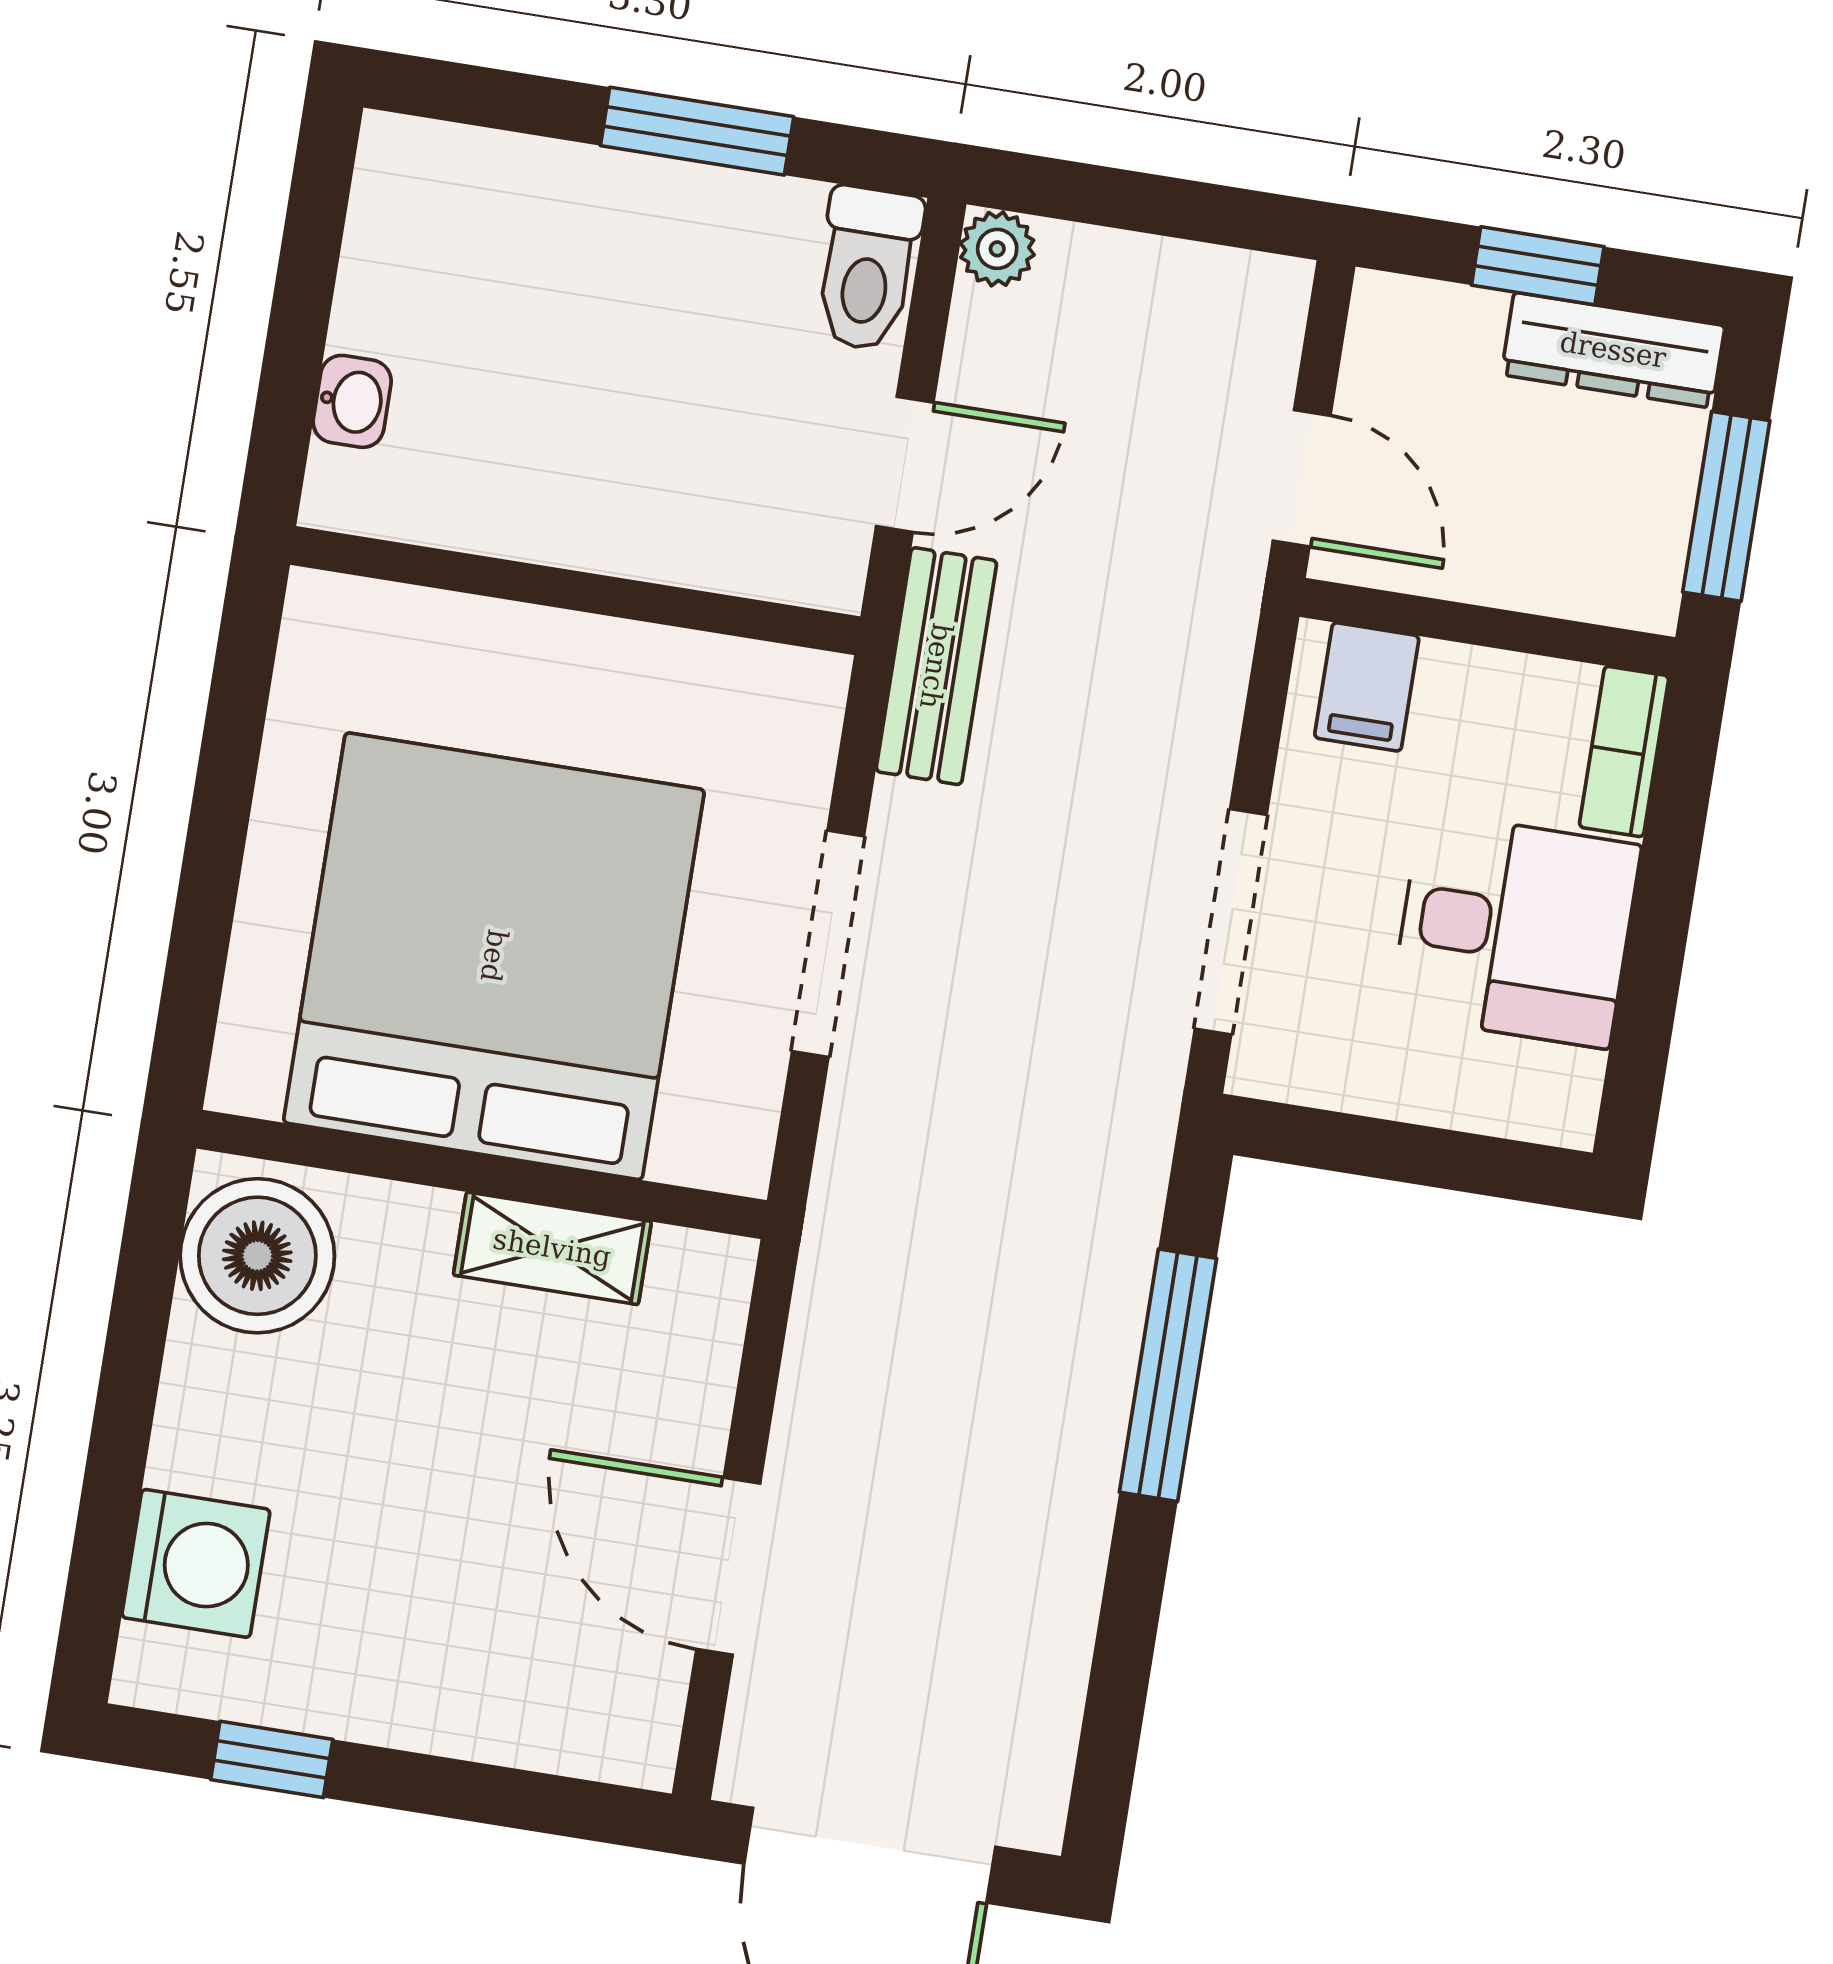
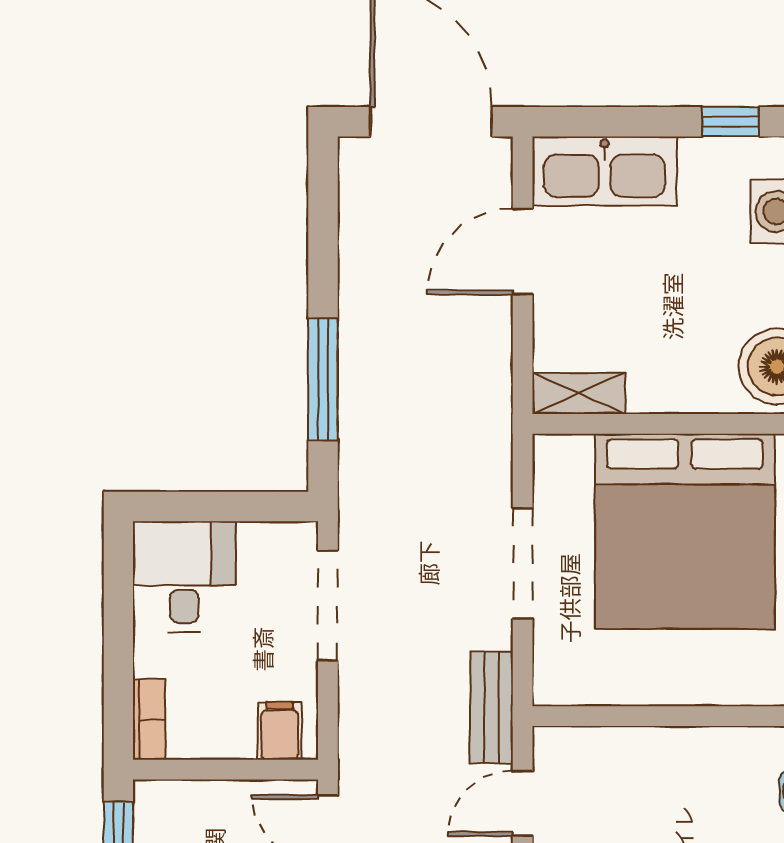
desk: (1515, 930) -> (184, 577), moved, turned 90
shelving: (552, 1248) -> (579, 393), moved
door: (728, 1566) -> (523, 252), swing flipped
kitchen sink: (539, 1701) -> (605, 171), added

